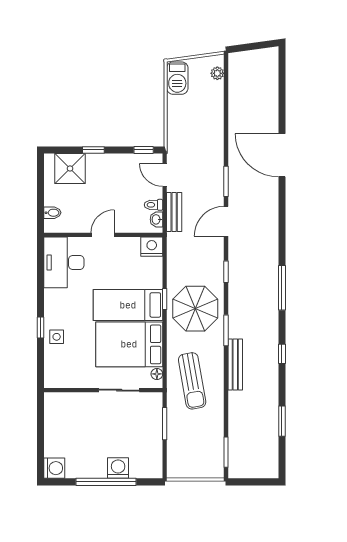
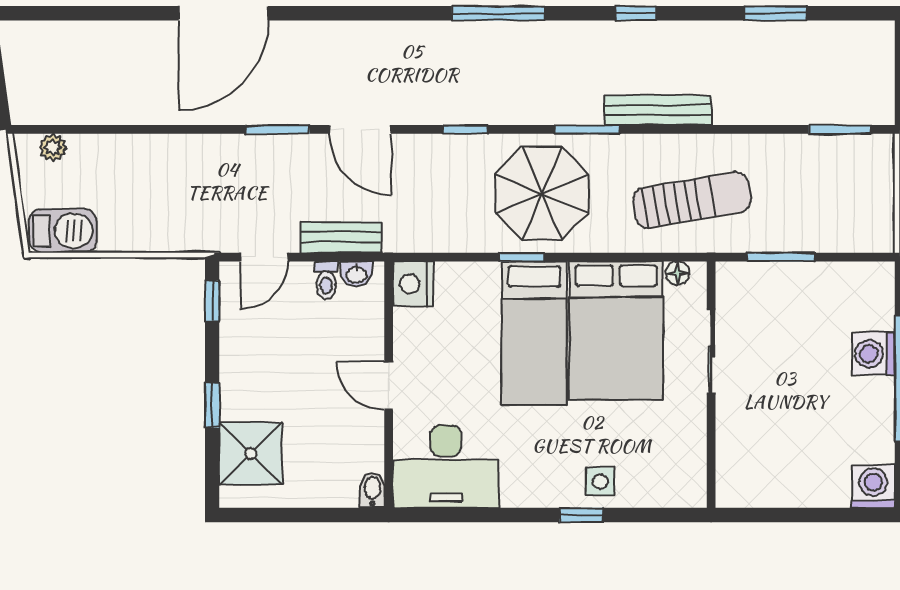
bidet: (52, 213) -> (372, 490), moved

